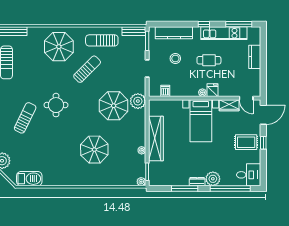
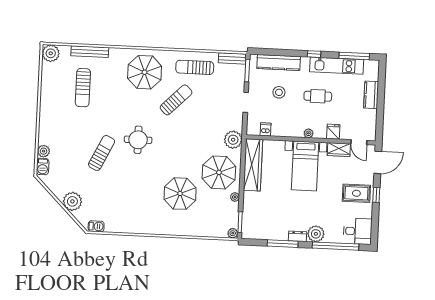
fridge: (213, 90) -> (333, 132), moved
parasol: (114, 106) -> (219, 172), moved
wardrobe: (156, 138) -> (253, 165), moved
barbecue: (29, 179) -> (96, 226), width x0.53, depth x0.65

